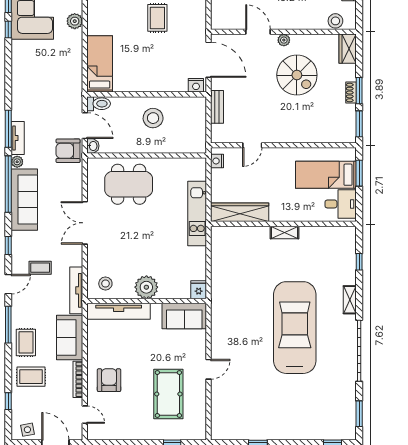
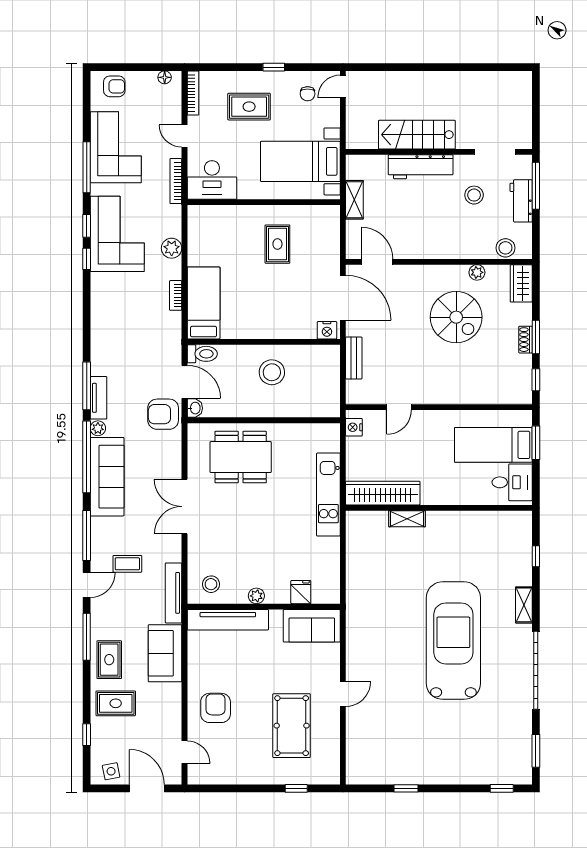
door: (258, 32) -> (377, 262), moved
plant: (284, 40) -> (477, 272), moved
window: (359, 124) -> (536, 380), width x0.67
shelving: (285, 232) -> (407, 519), moved
window: (8, 245) -> (87, 535), width x2.17
plant: (146, 287) -> (256, 596), width x0.53, depth x0.53
fridge: (199, 290) -> (301, 592), moved
bookcase: (78, 379) -> (176, 295), moved, width x0.64

